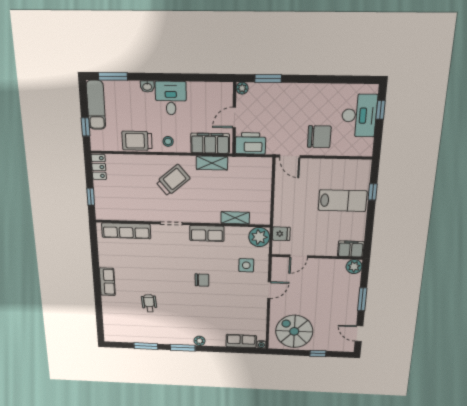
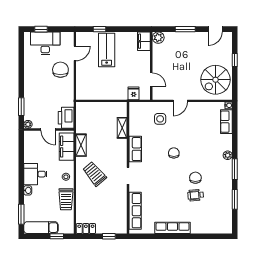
door: (290, 156) -> (75, 53), moved
plant: (259, 237) -> (137, 110), removed
row of seats: (107, 282) -> (172, 228), width x1.48
door: (269, 290) -> (180, 101), swing flipped
chair: (171, 304) -> (195, 178), added

